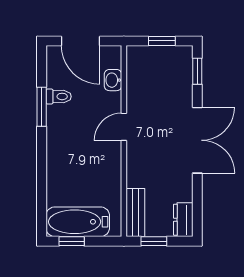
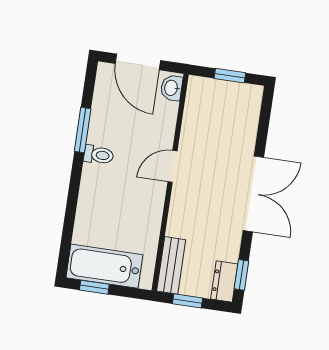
window: (197, 71) -> (241, 275), moved
washbasin: (113, 80) -> (172, 88), moved
toilet: (59, 96) -> (99, 155), moved

